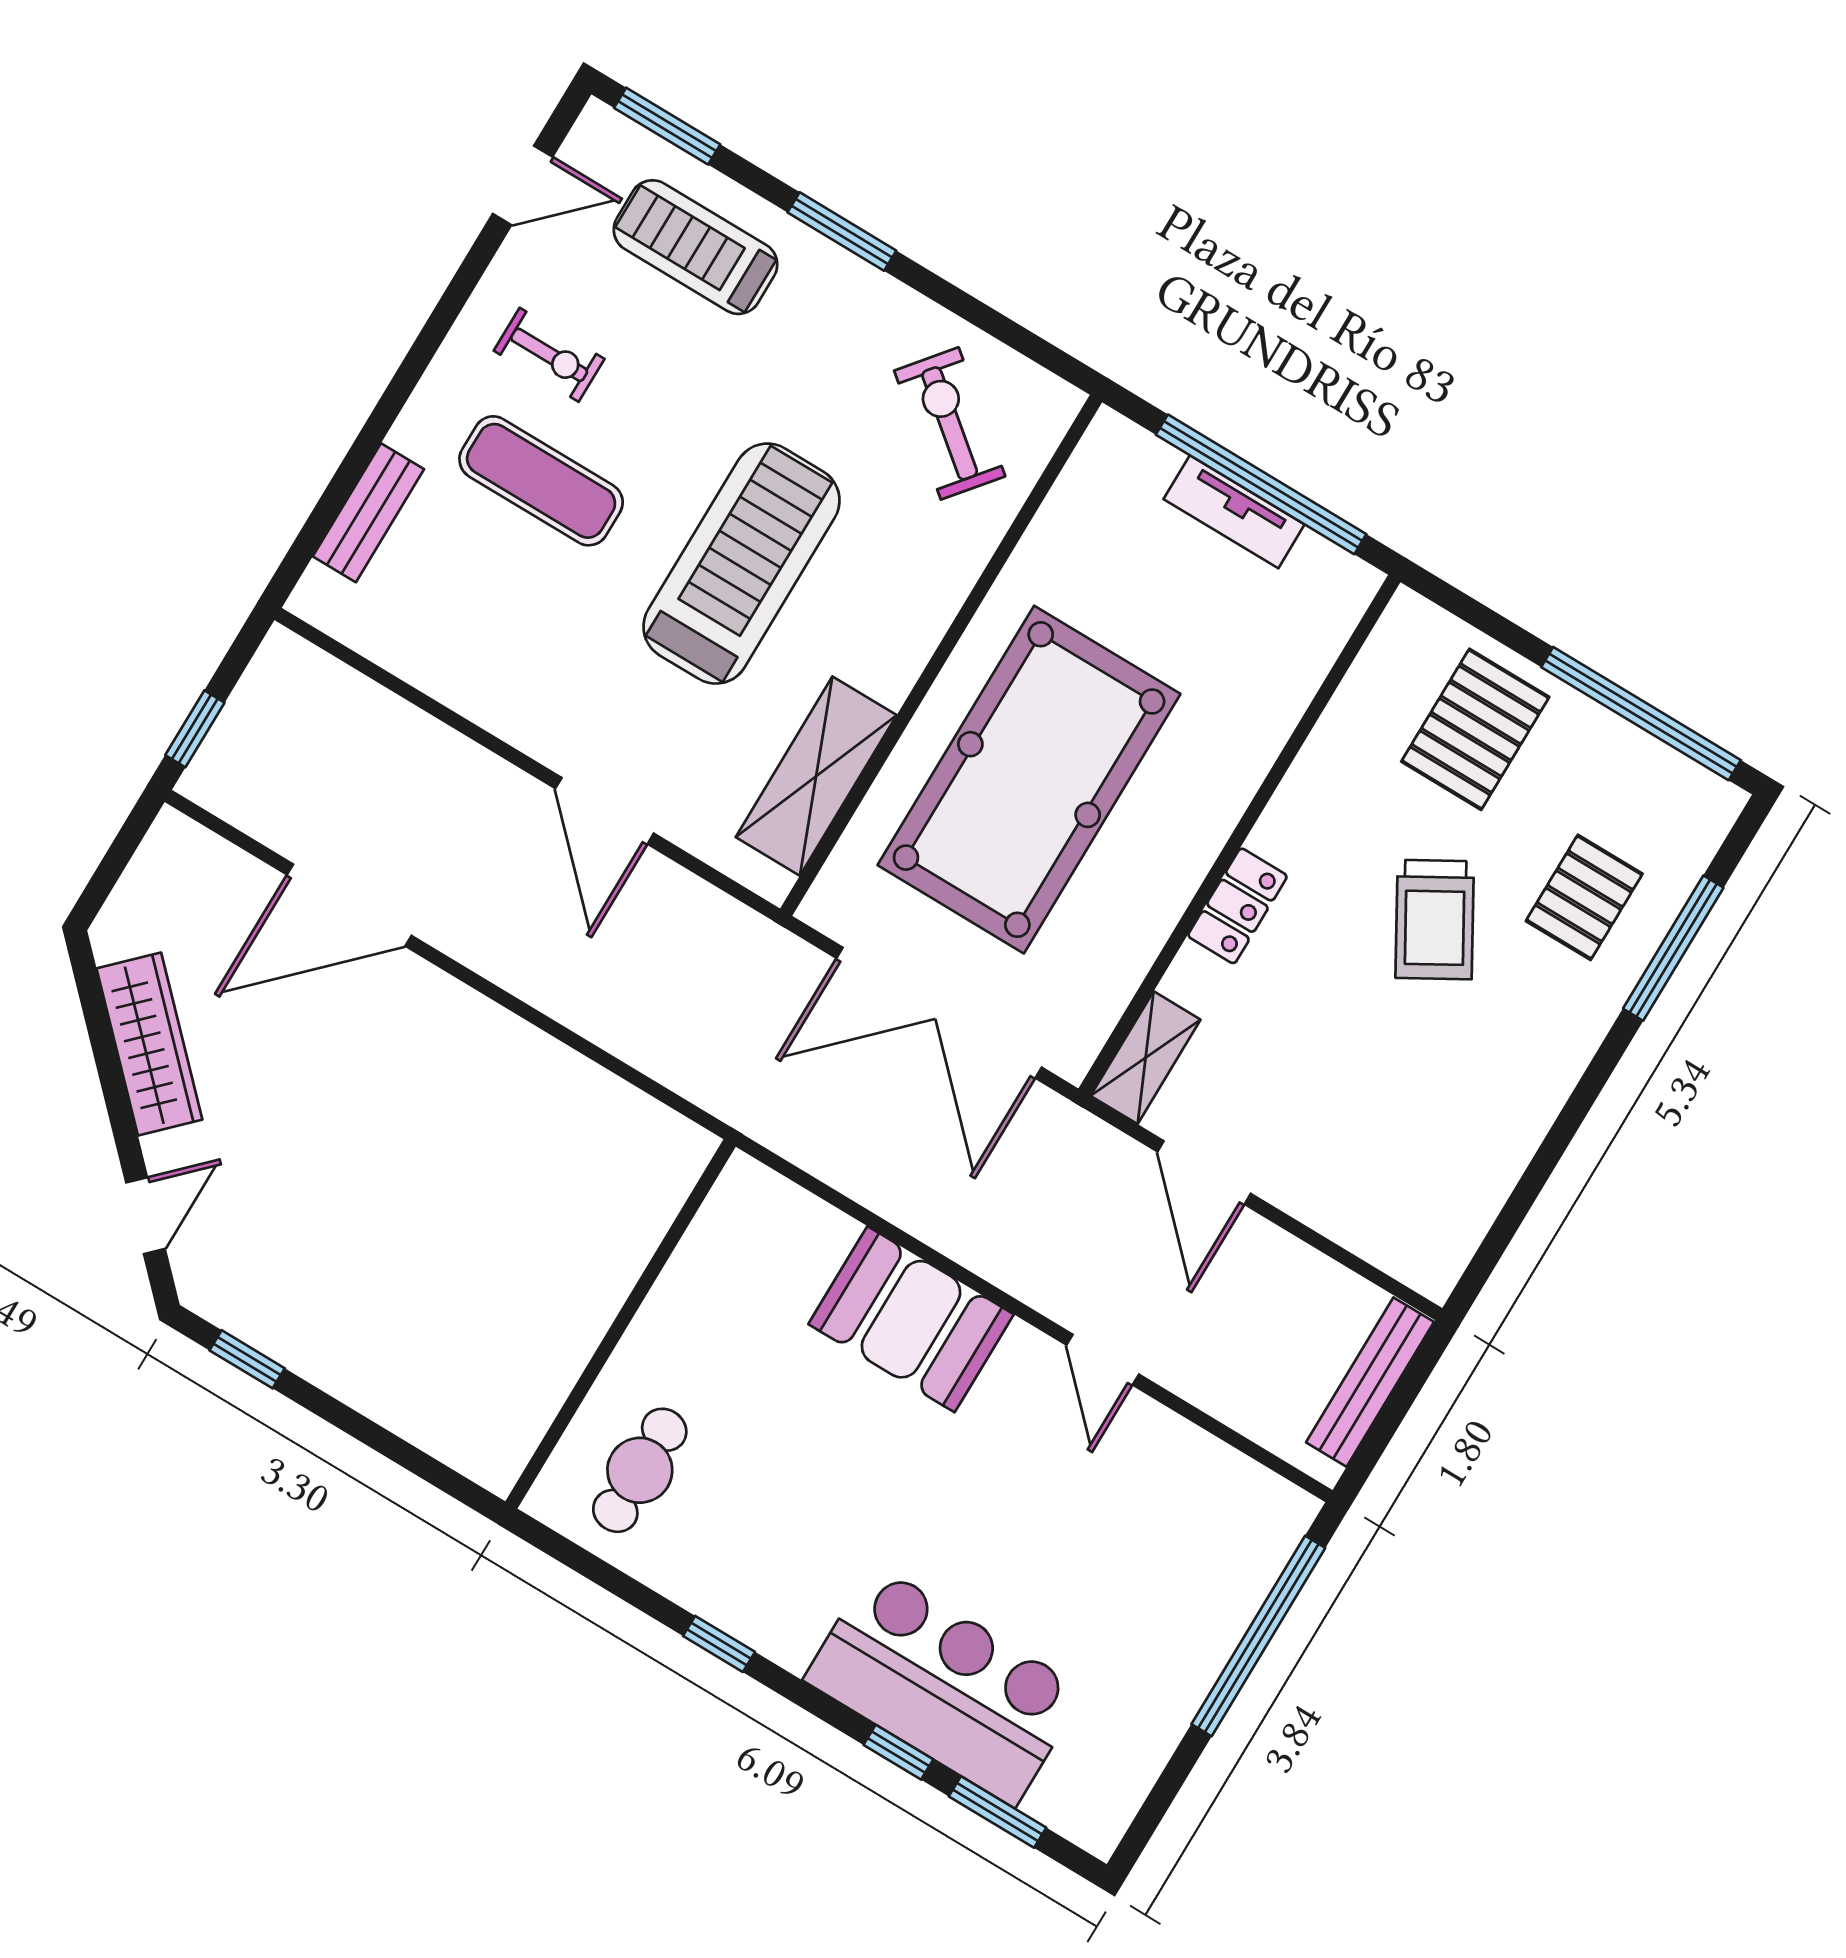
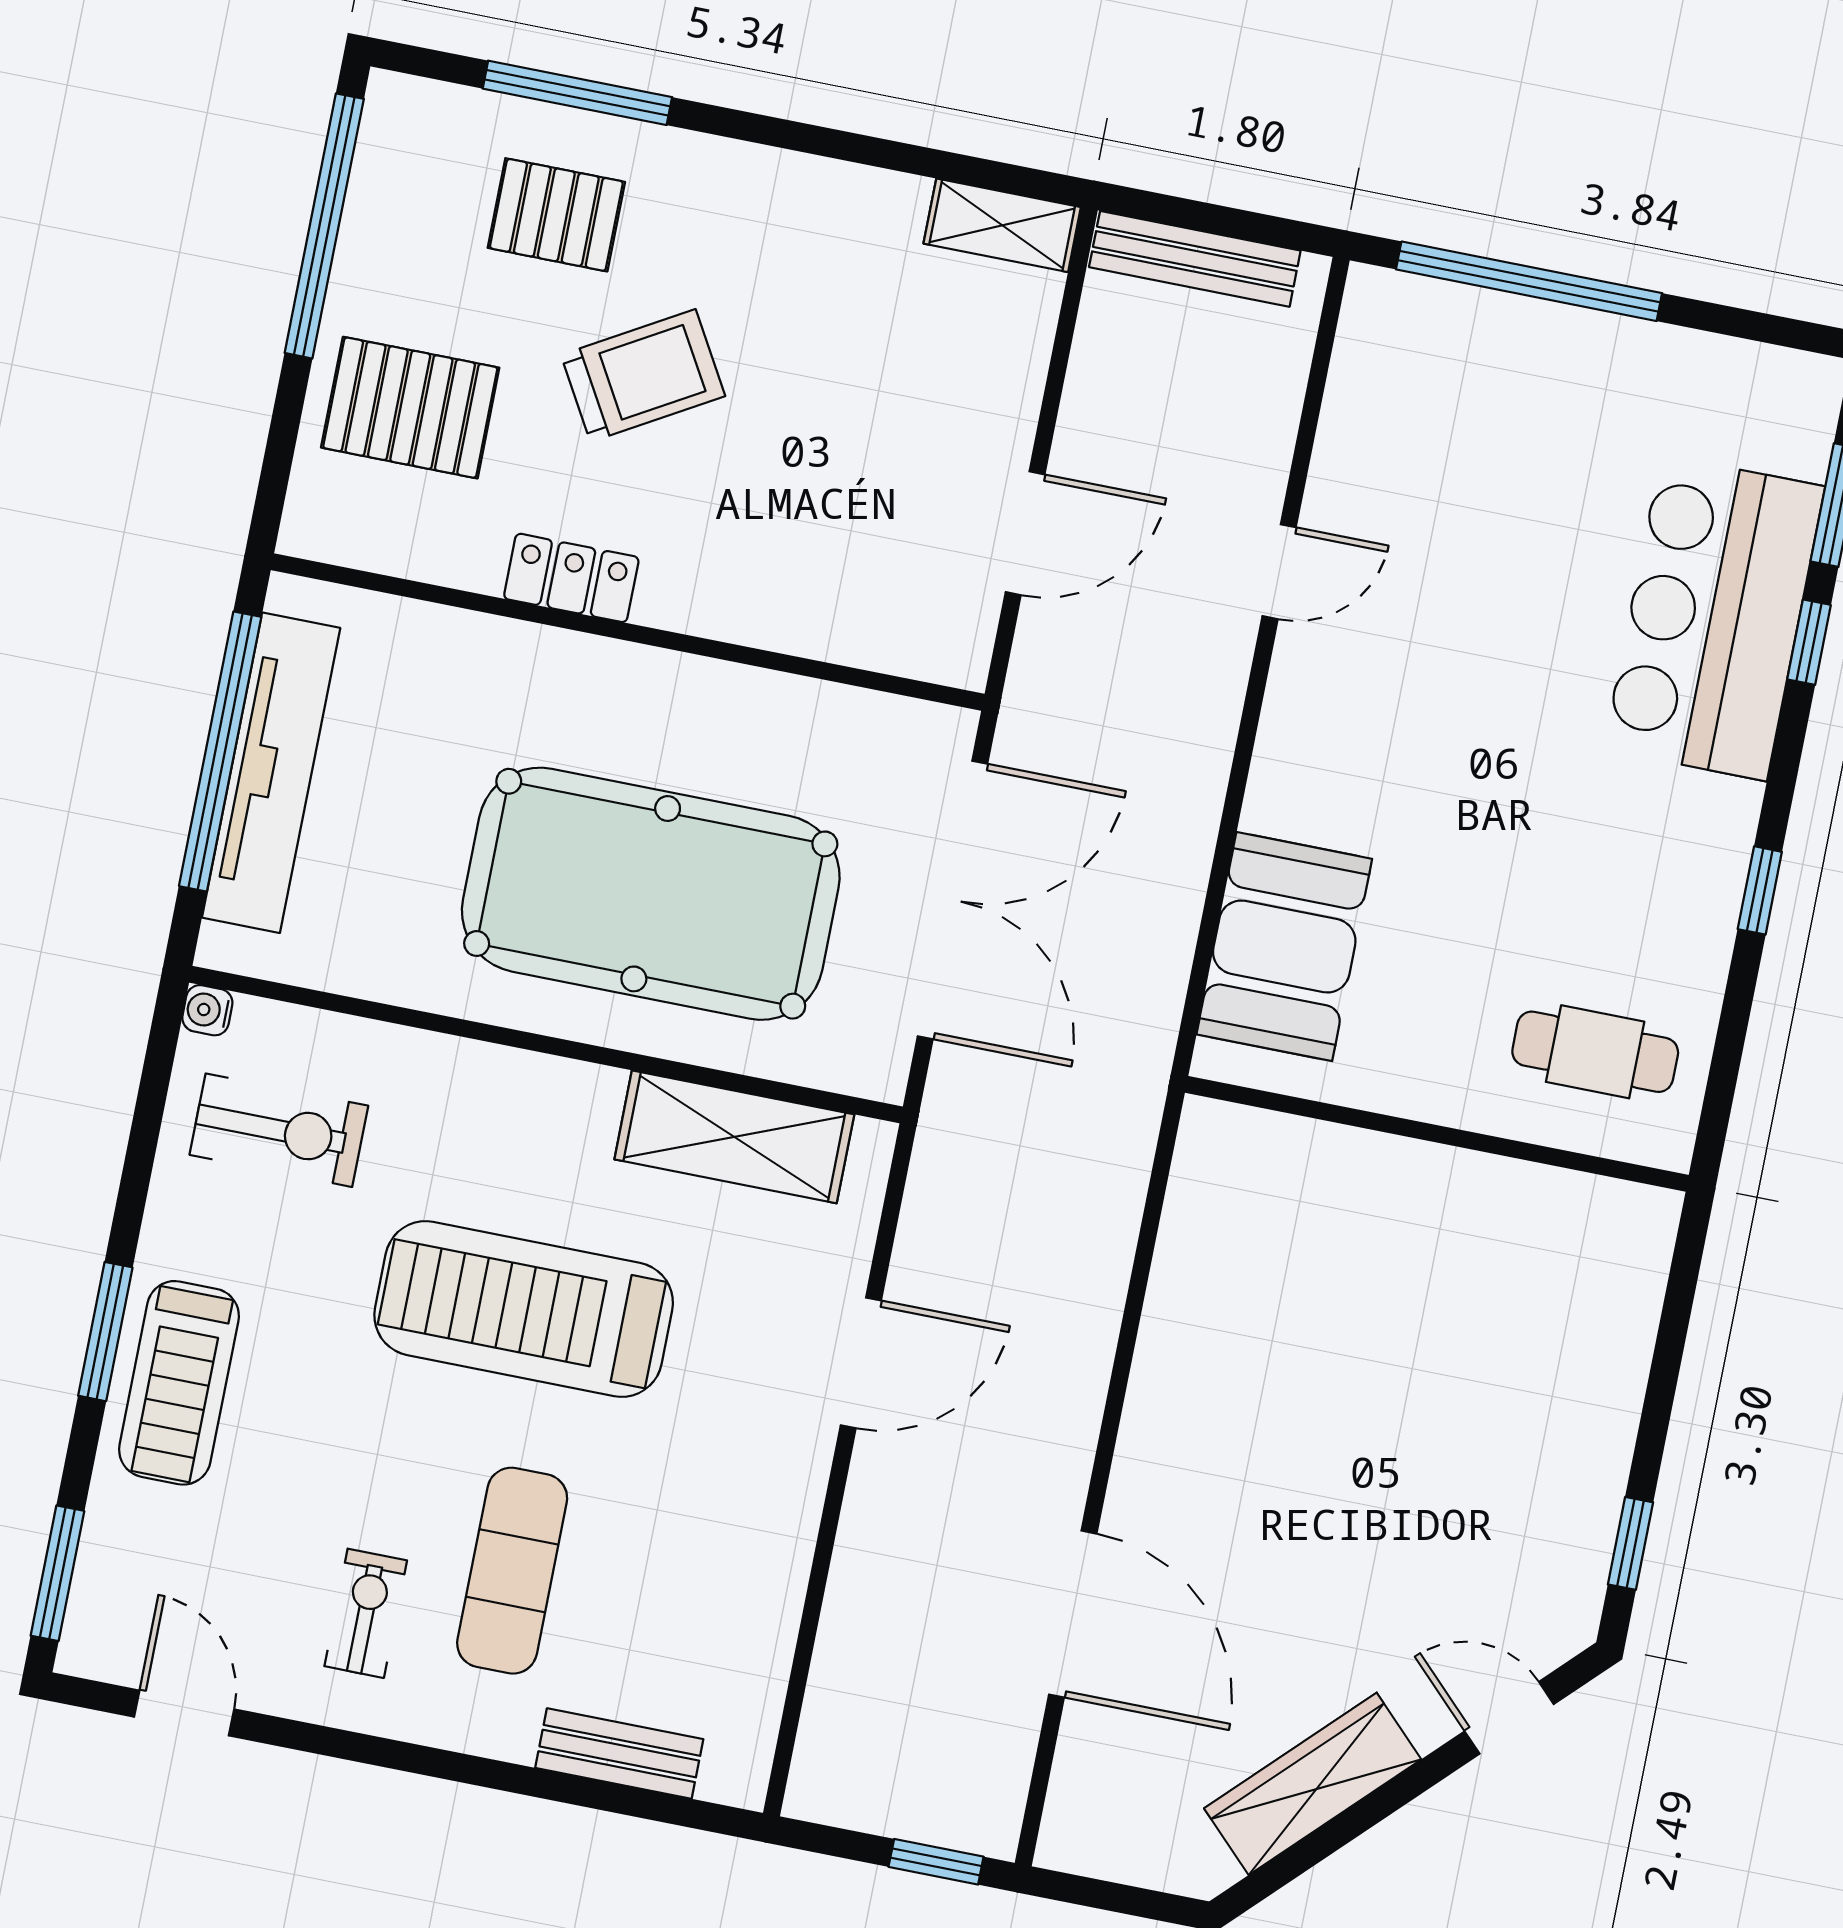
treadmill: (696, 247) -> (179, 1383), moved
water cooler: (1063, 402) -> (207, 1010), added
exercise bike: (950, 423) -> (279, 1130), turned -129
tv unit: (1234, 512) -> (271, 773), width x1.92, depth x1.29
locker: (1237, 906) -> (571, 578), moved
shelving: (1146, 1058) -> (1002, 225), moved
booth: (911, 1319) -> (1284, 947), moved

